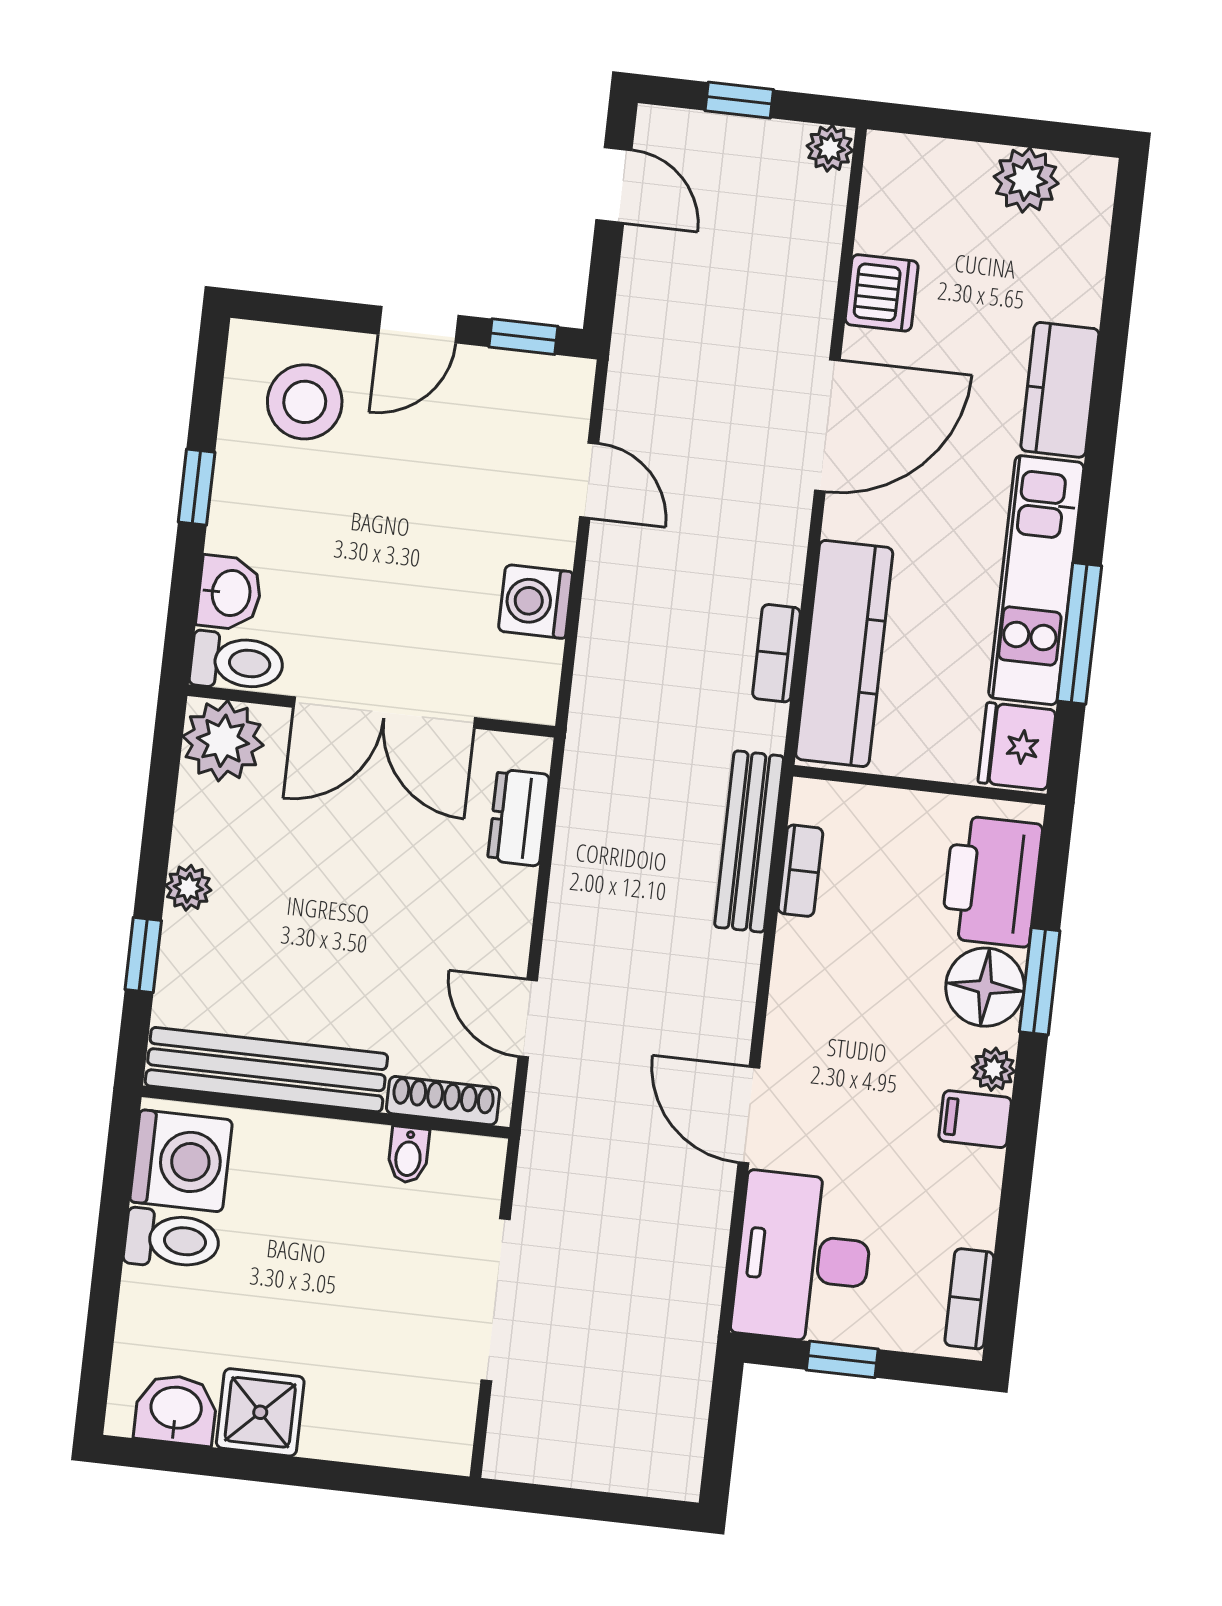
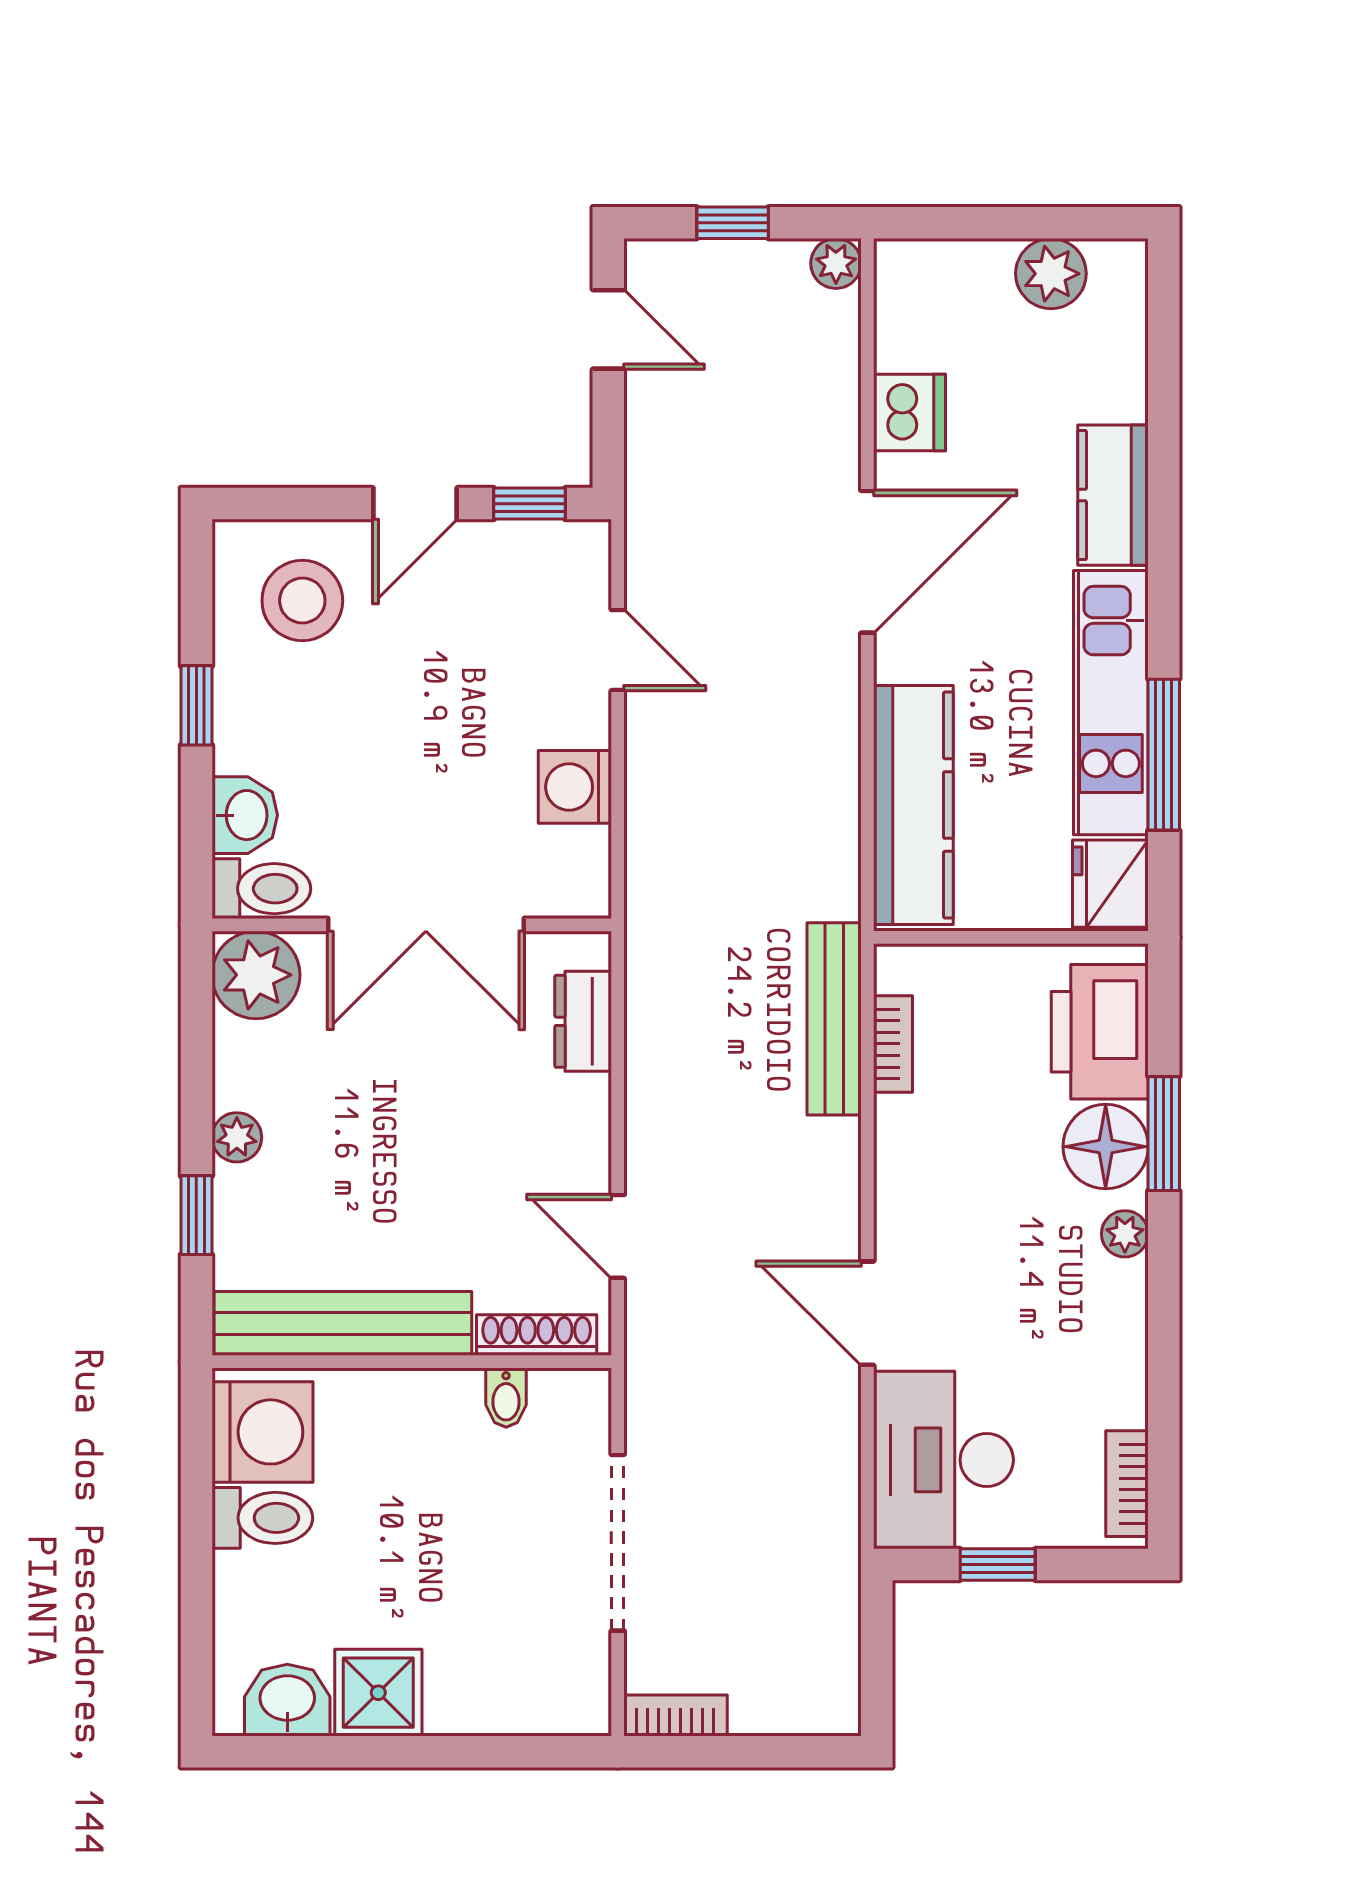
bookcase: (776, 653) -> (675, 1716), moved, turned 90
filing cabinet: (975, 1119) -> (1111, 1290), removed

